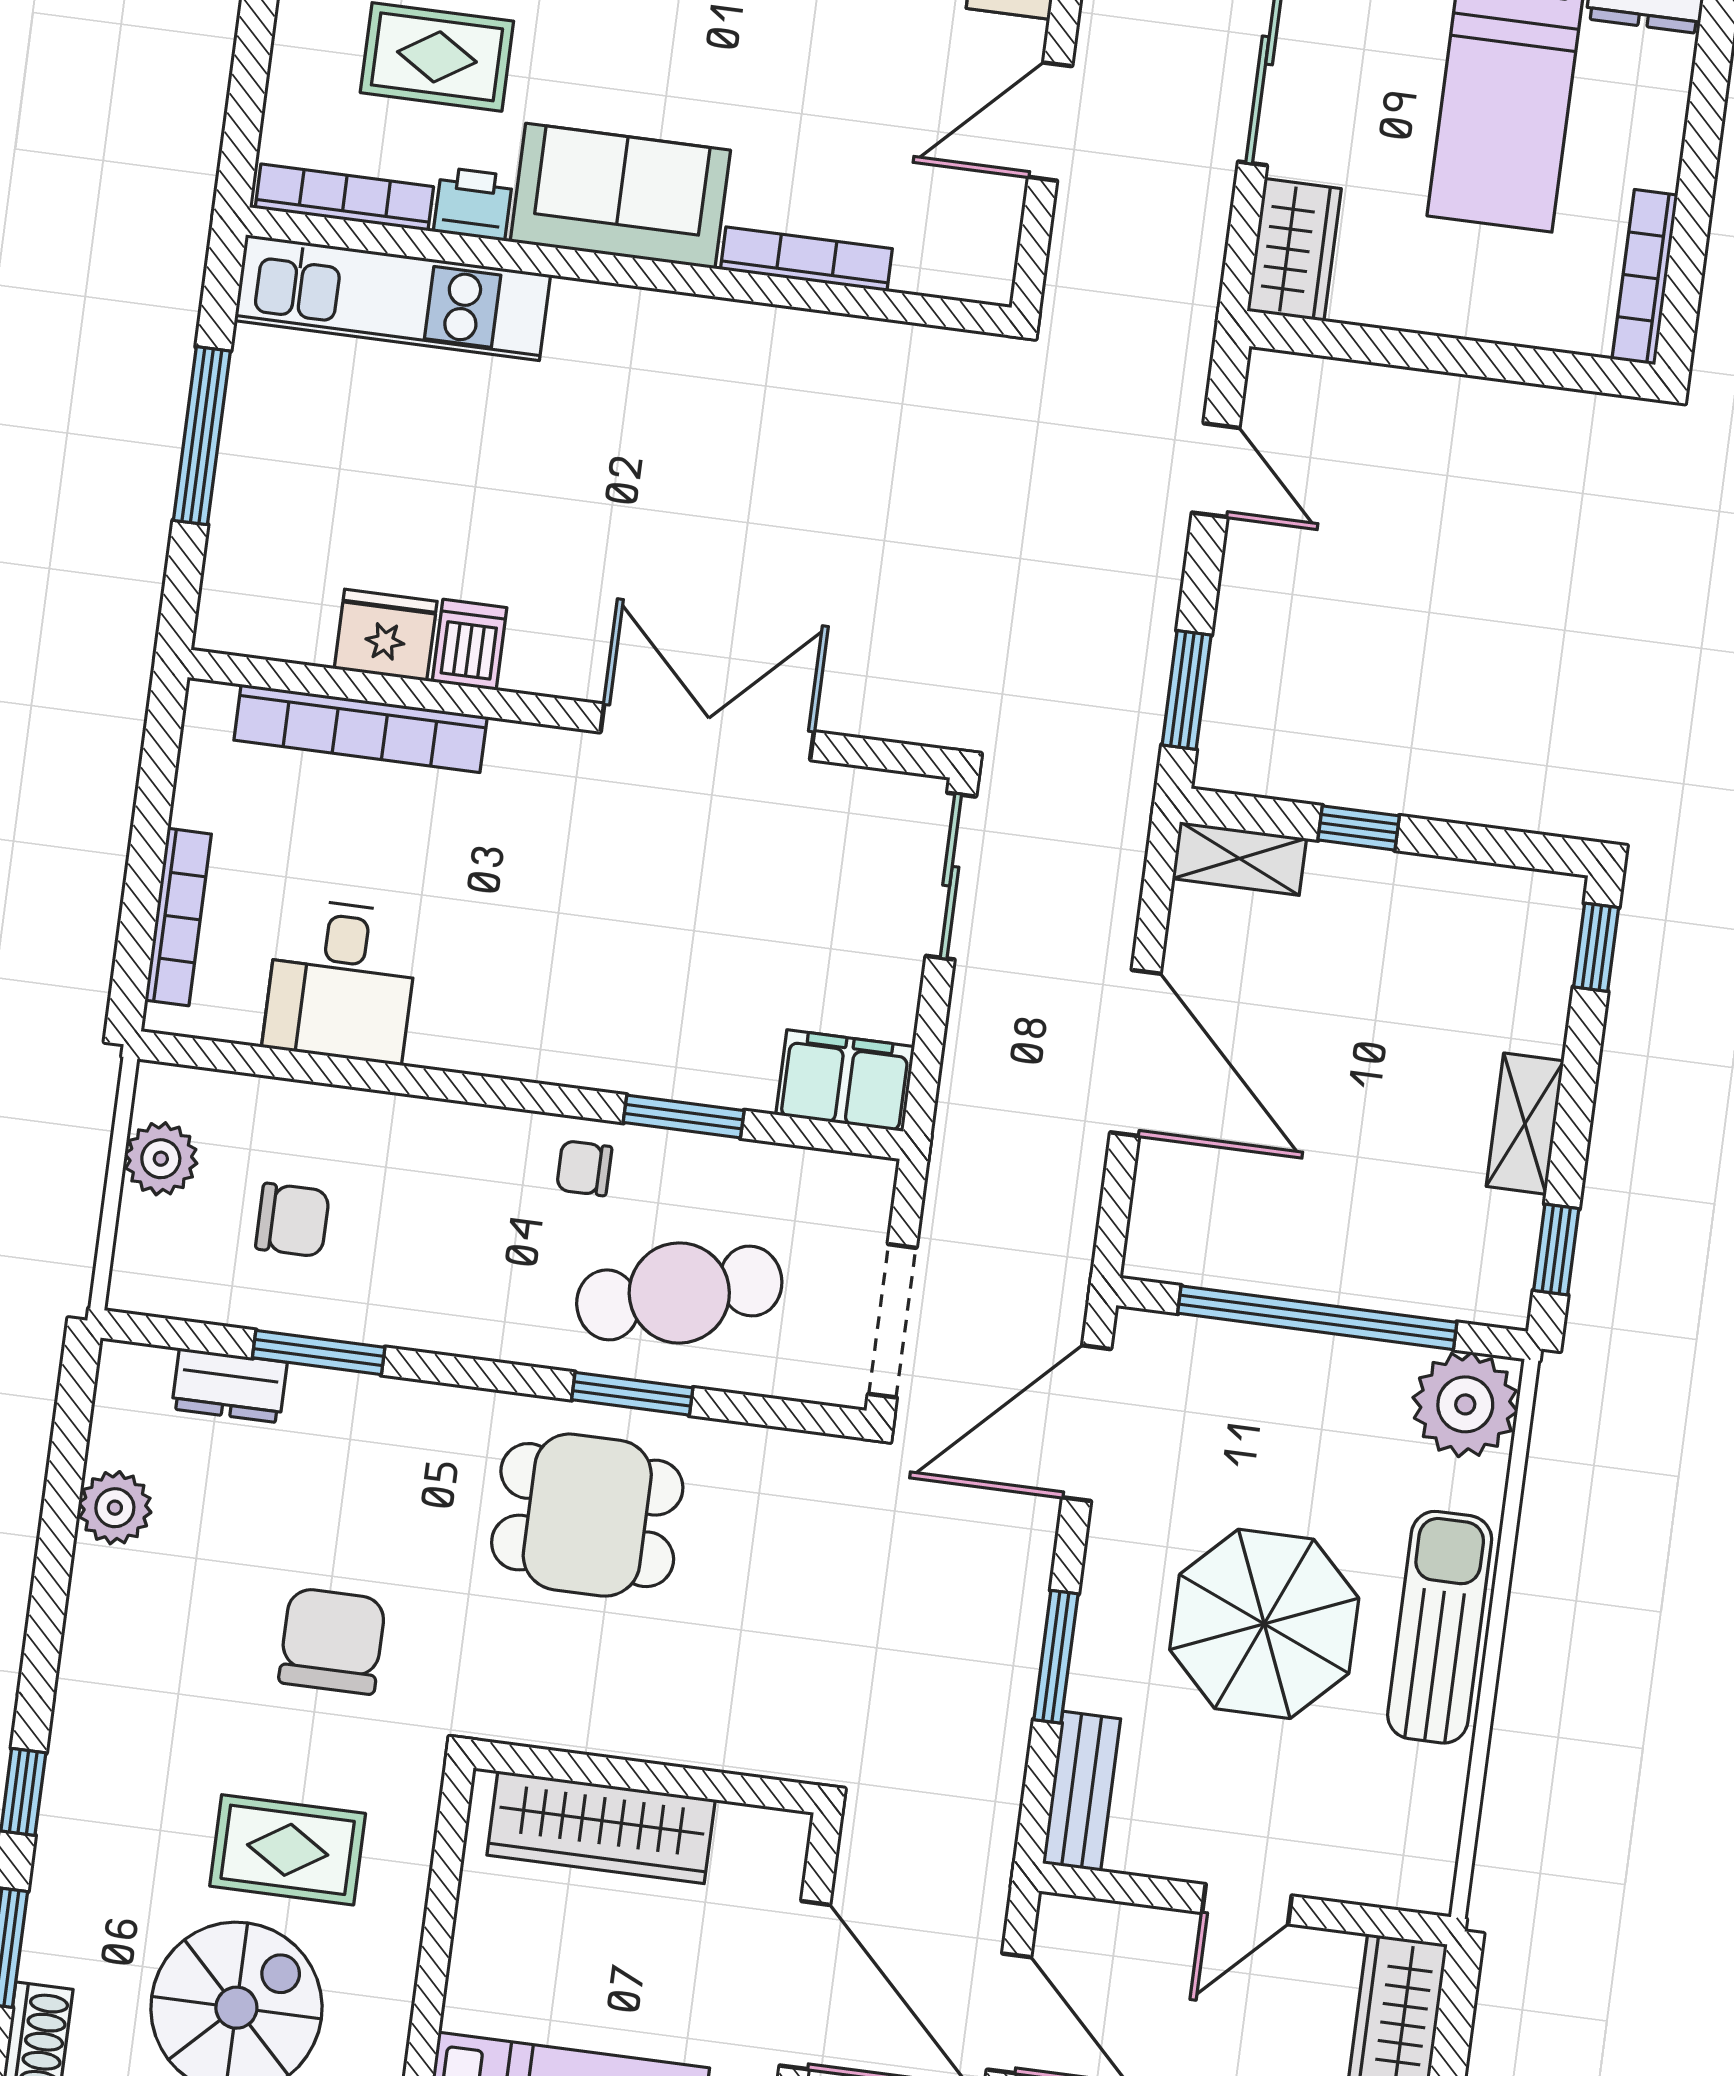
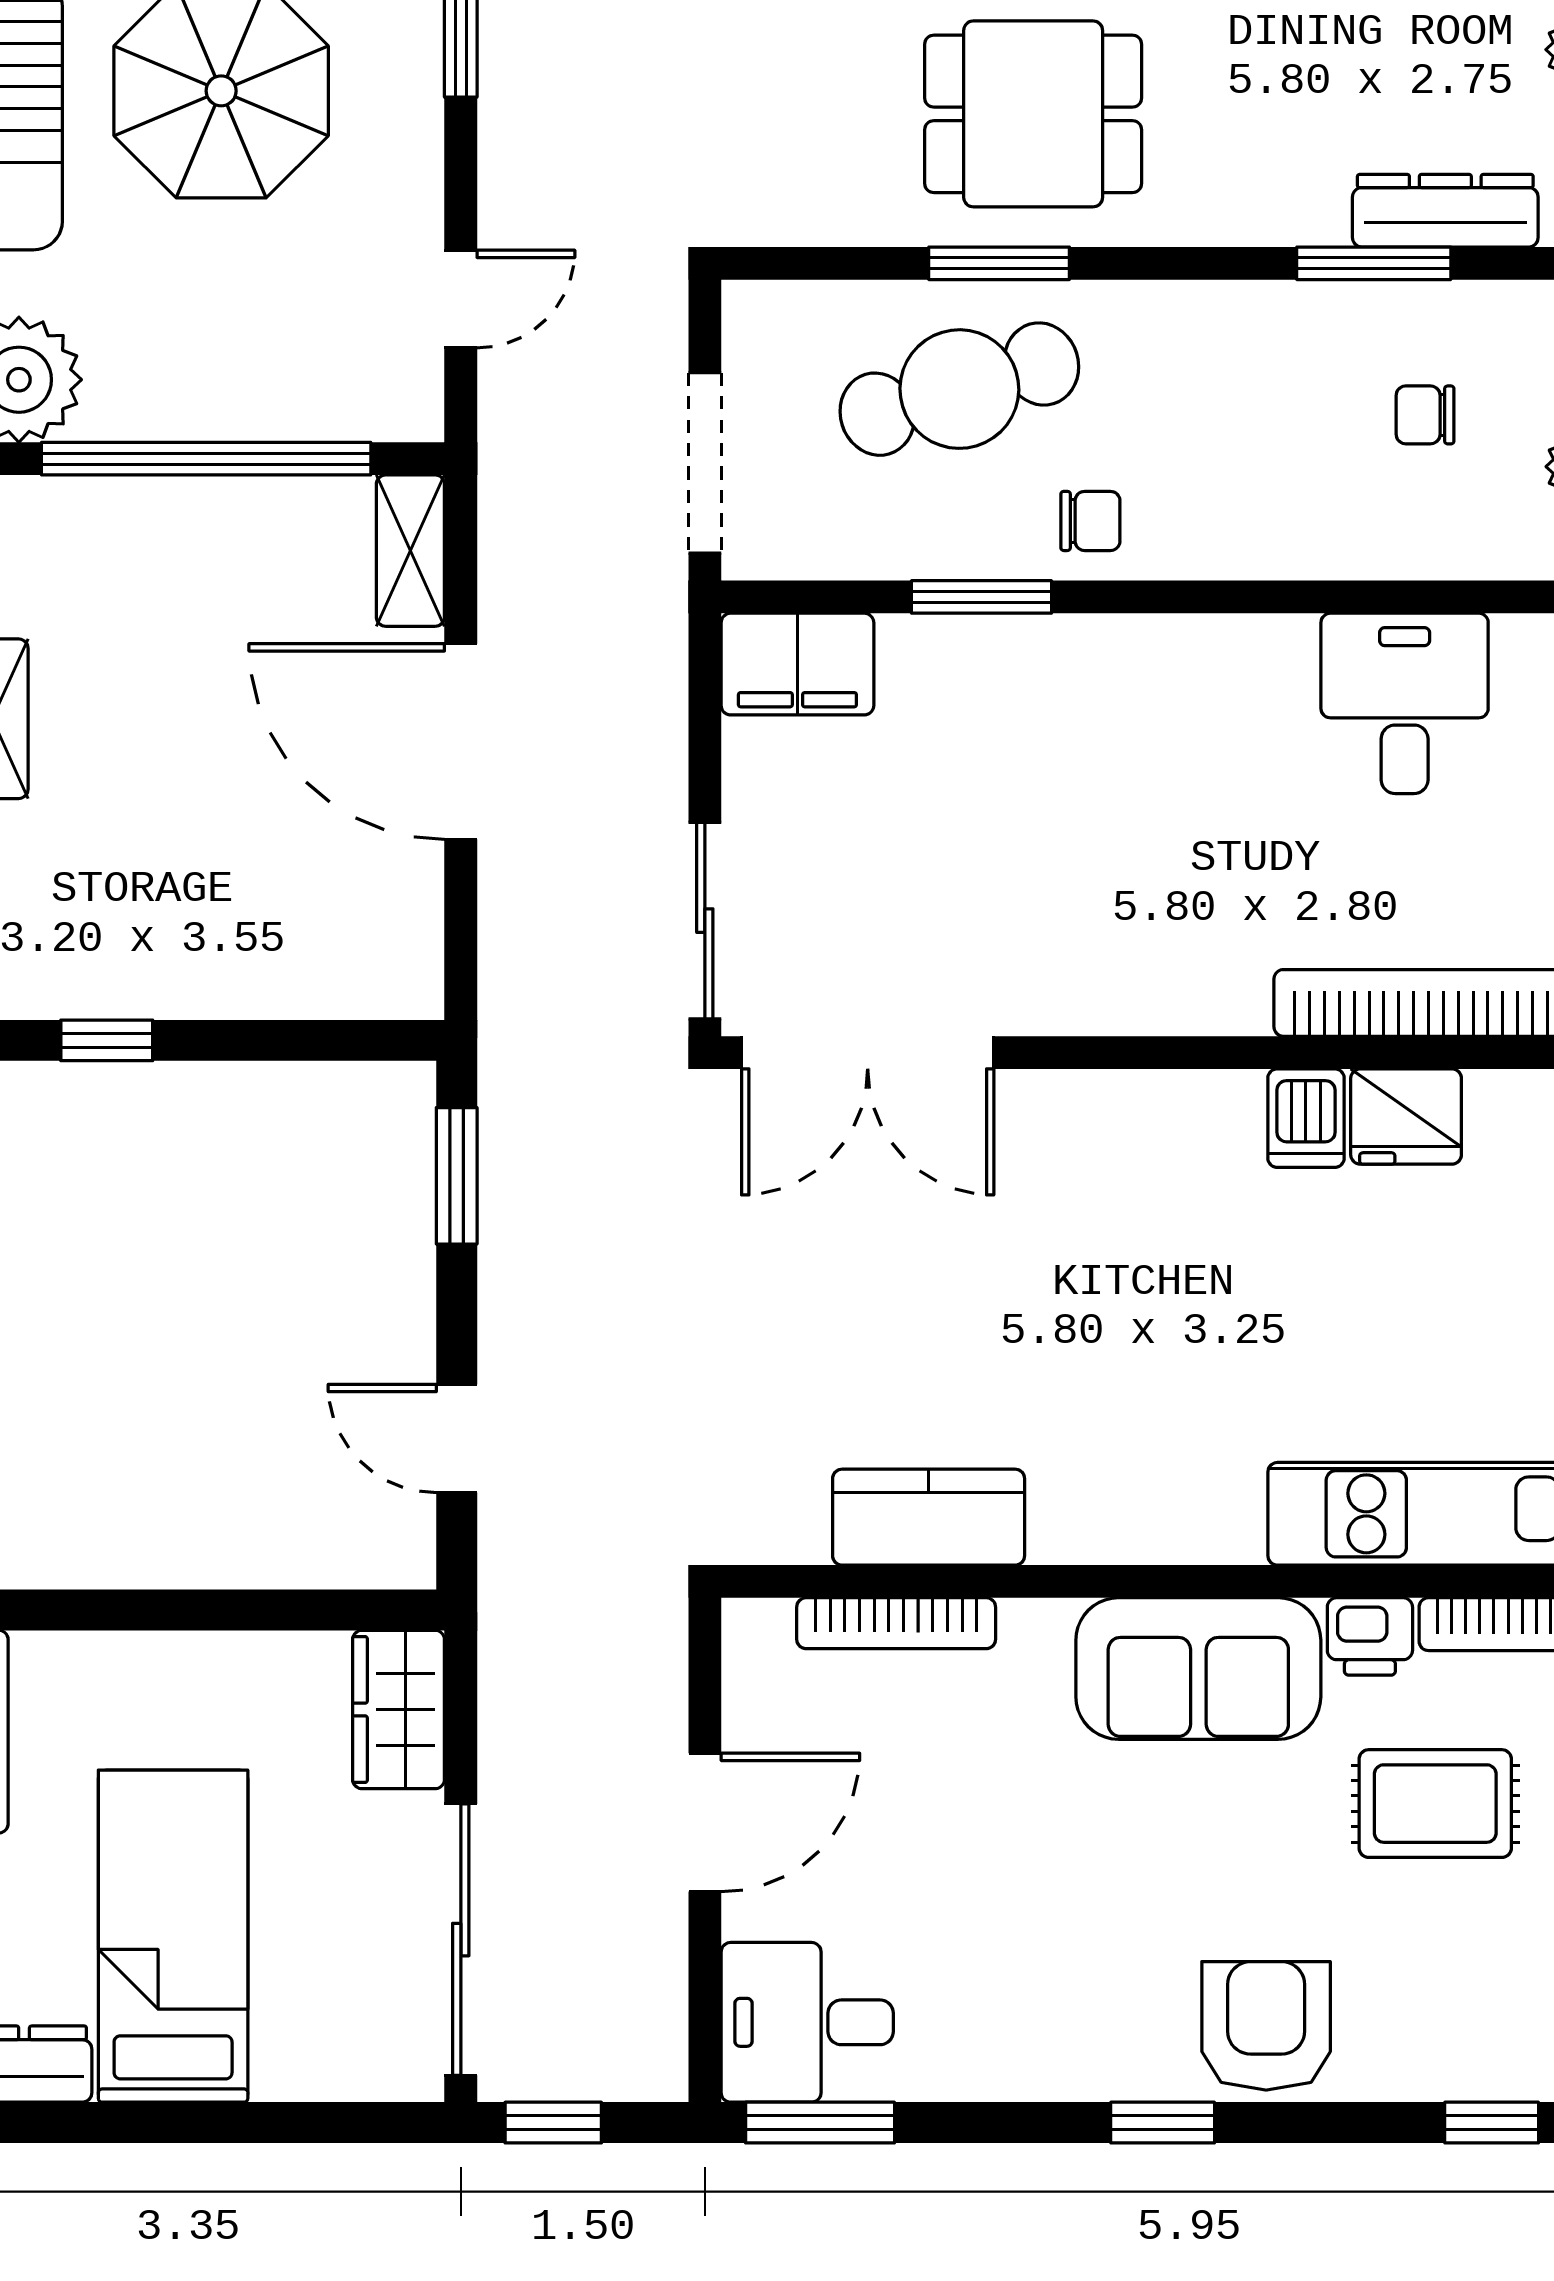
bookcase: (806, 259) -> (896, 1623), moved
kitchen counter: (829, 352) -> (929, 1517), added
double door: (707, 732) -> (868, 1053), moved
window: (1359, 828) -> (107, 1040), moved
shelving: (1240, 859) -> (410, 551), moved, turned 90
chair: (292, 1220) -> (1425, 415), width x0.73, depth x0.73
doorway: (892, 1321) -> (705, 463), moved
dresser: (229, 1386) -> (1445, 211), width x1.44
door: (1087, 1423) -> (461, 299), width x0.53

